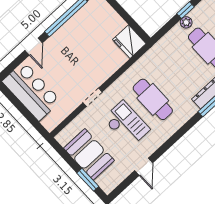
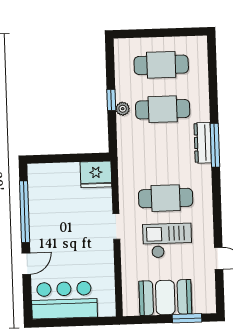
door: (34, 47) -> (26, 264), hinge flipped
doorway: (92, 97) -> (116, 227), moved

